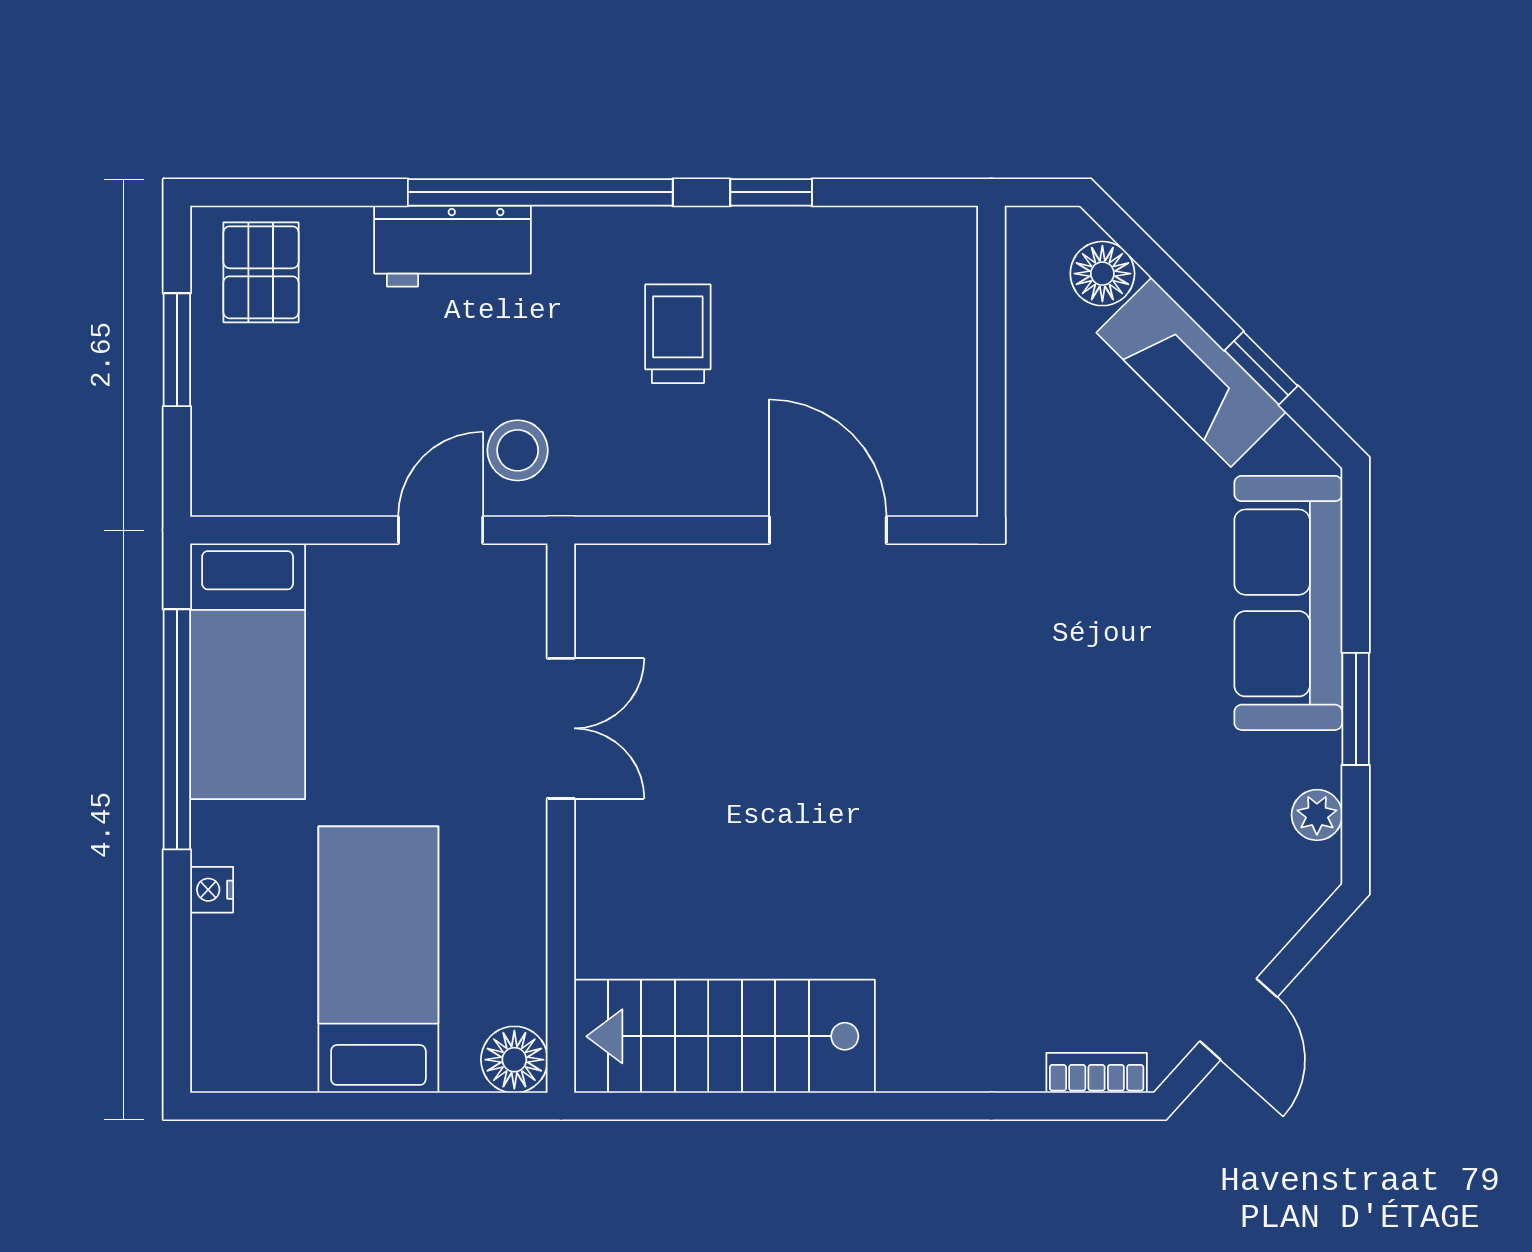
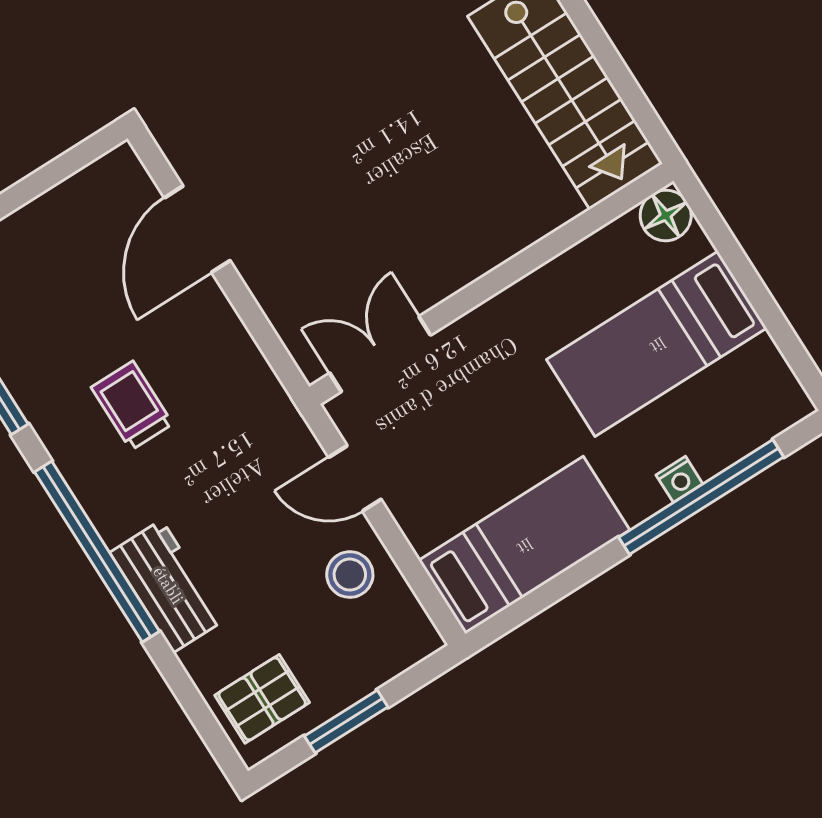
trolley: (678, 334) -> (132, 406), turned 90
stool: (518, 450) -> (350, 575), moved
double door: (561, 728) -> (380, 354), moved
window: (177, 729) -> (701, 497), moved

